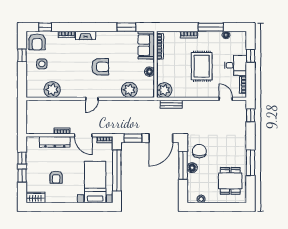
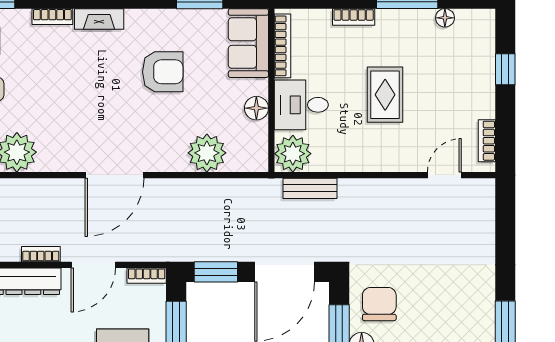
desk: (236, 65) -> (301, 105), moved, turned 180
rug: (202, 66) -> (385, 95), width x0.73, depth x0.70
armchair: (100, 67) -> (163, 72), moved
door: (92, 99) -> (115, 175), width x1.87
door: (226, 99) -> (444, 175), hinge flipped
window: (250, 115) -> (505, 216), removed
door: (83, 135) -> (93, 265), hinge flipped

